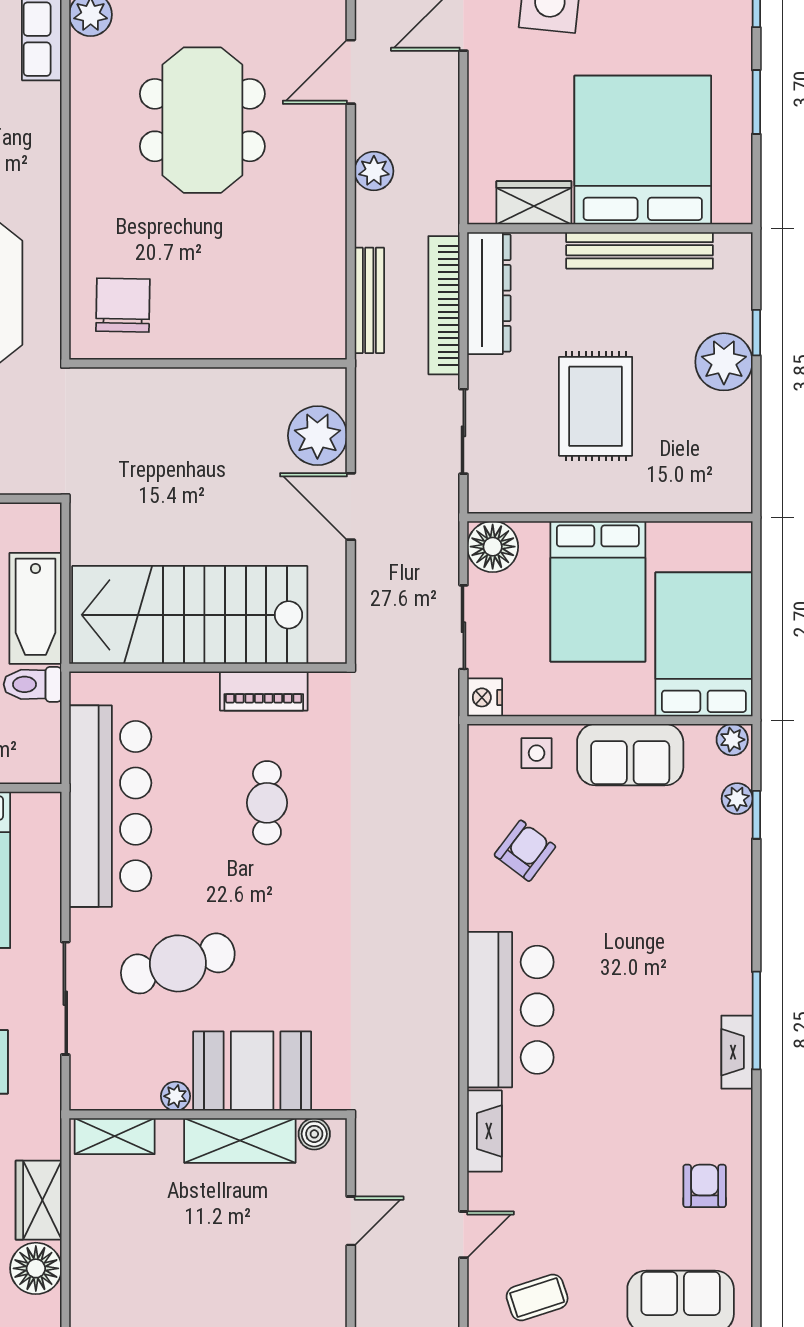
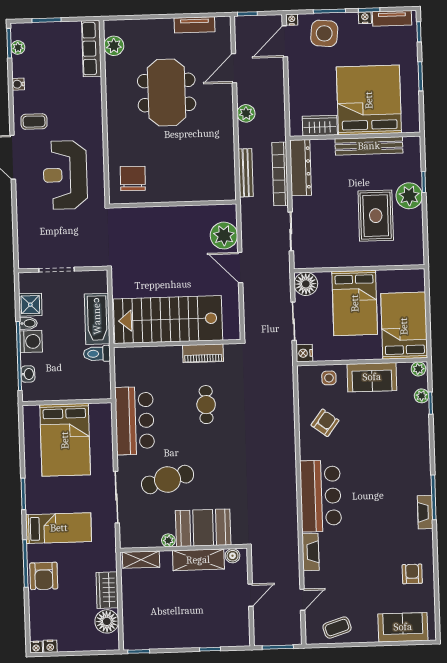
rug: (596, 406) -> (376, 216), moved
bar counter: (110, 806) -> (135, 421), width x0.73

